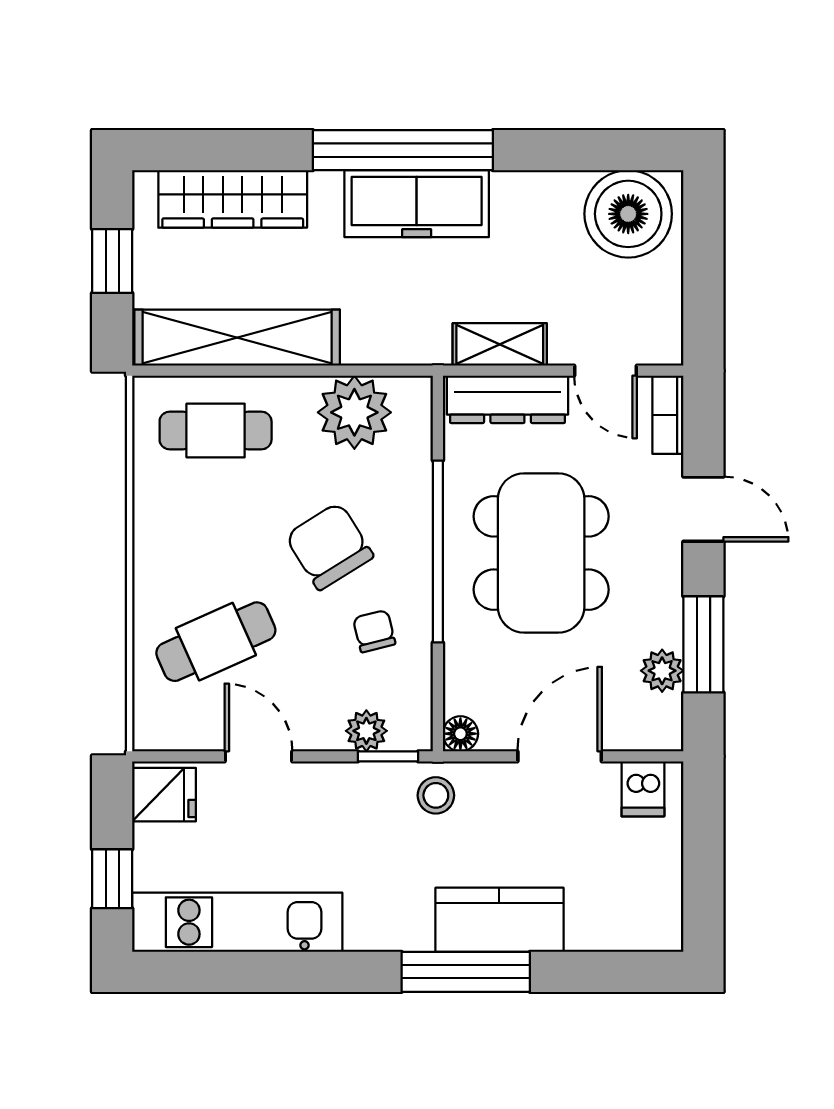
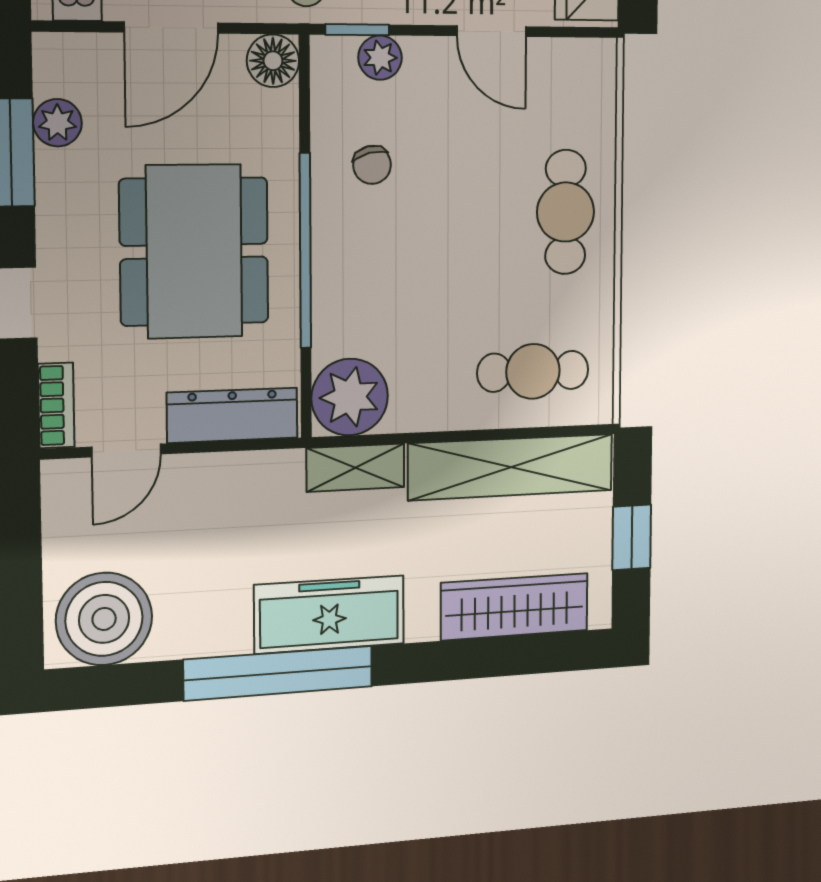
window: (403, 150) -> (279, 673), moved
shelving: (500, 344) -> (355, 468), moved
door: (606, 371) -> (126, 451), swing flipped
plant: (354, 412) -> (350, 397), moved
chair: (329, 546) -> (419, 254), removed
cafe table: (216, 642) -> (565, 212), moved, turned -66
floor lamp: (460, 734) -> (273, 61), width x1.37, depth x1.37

